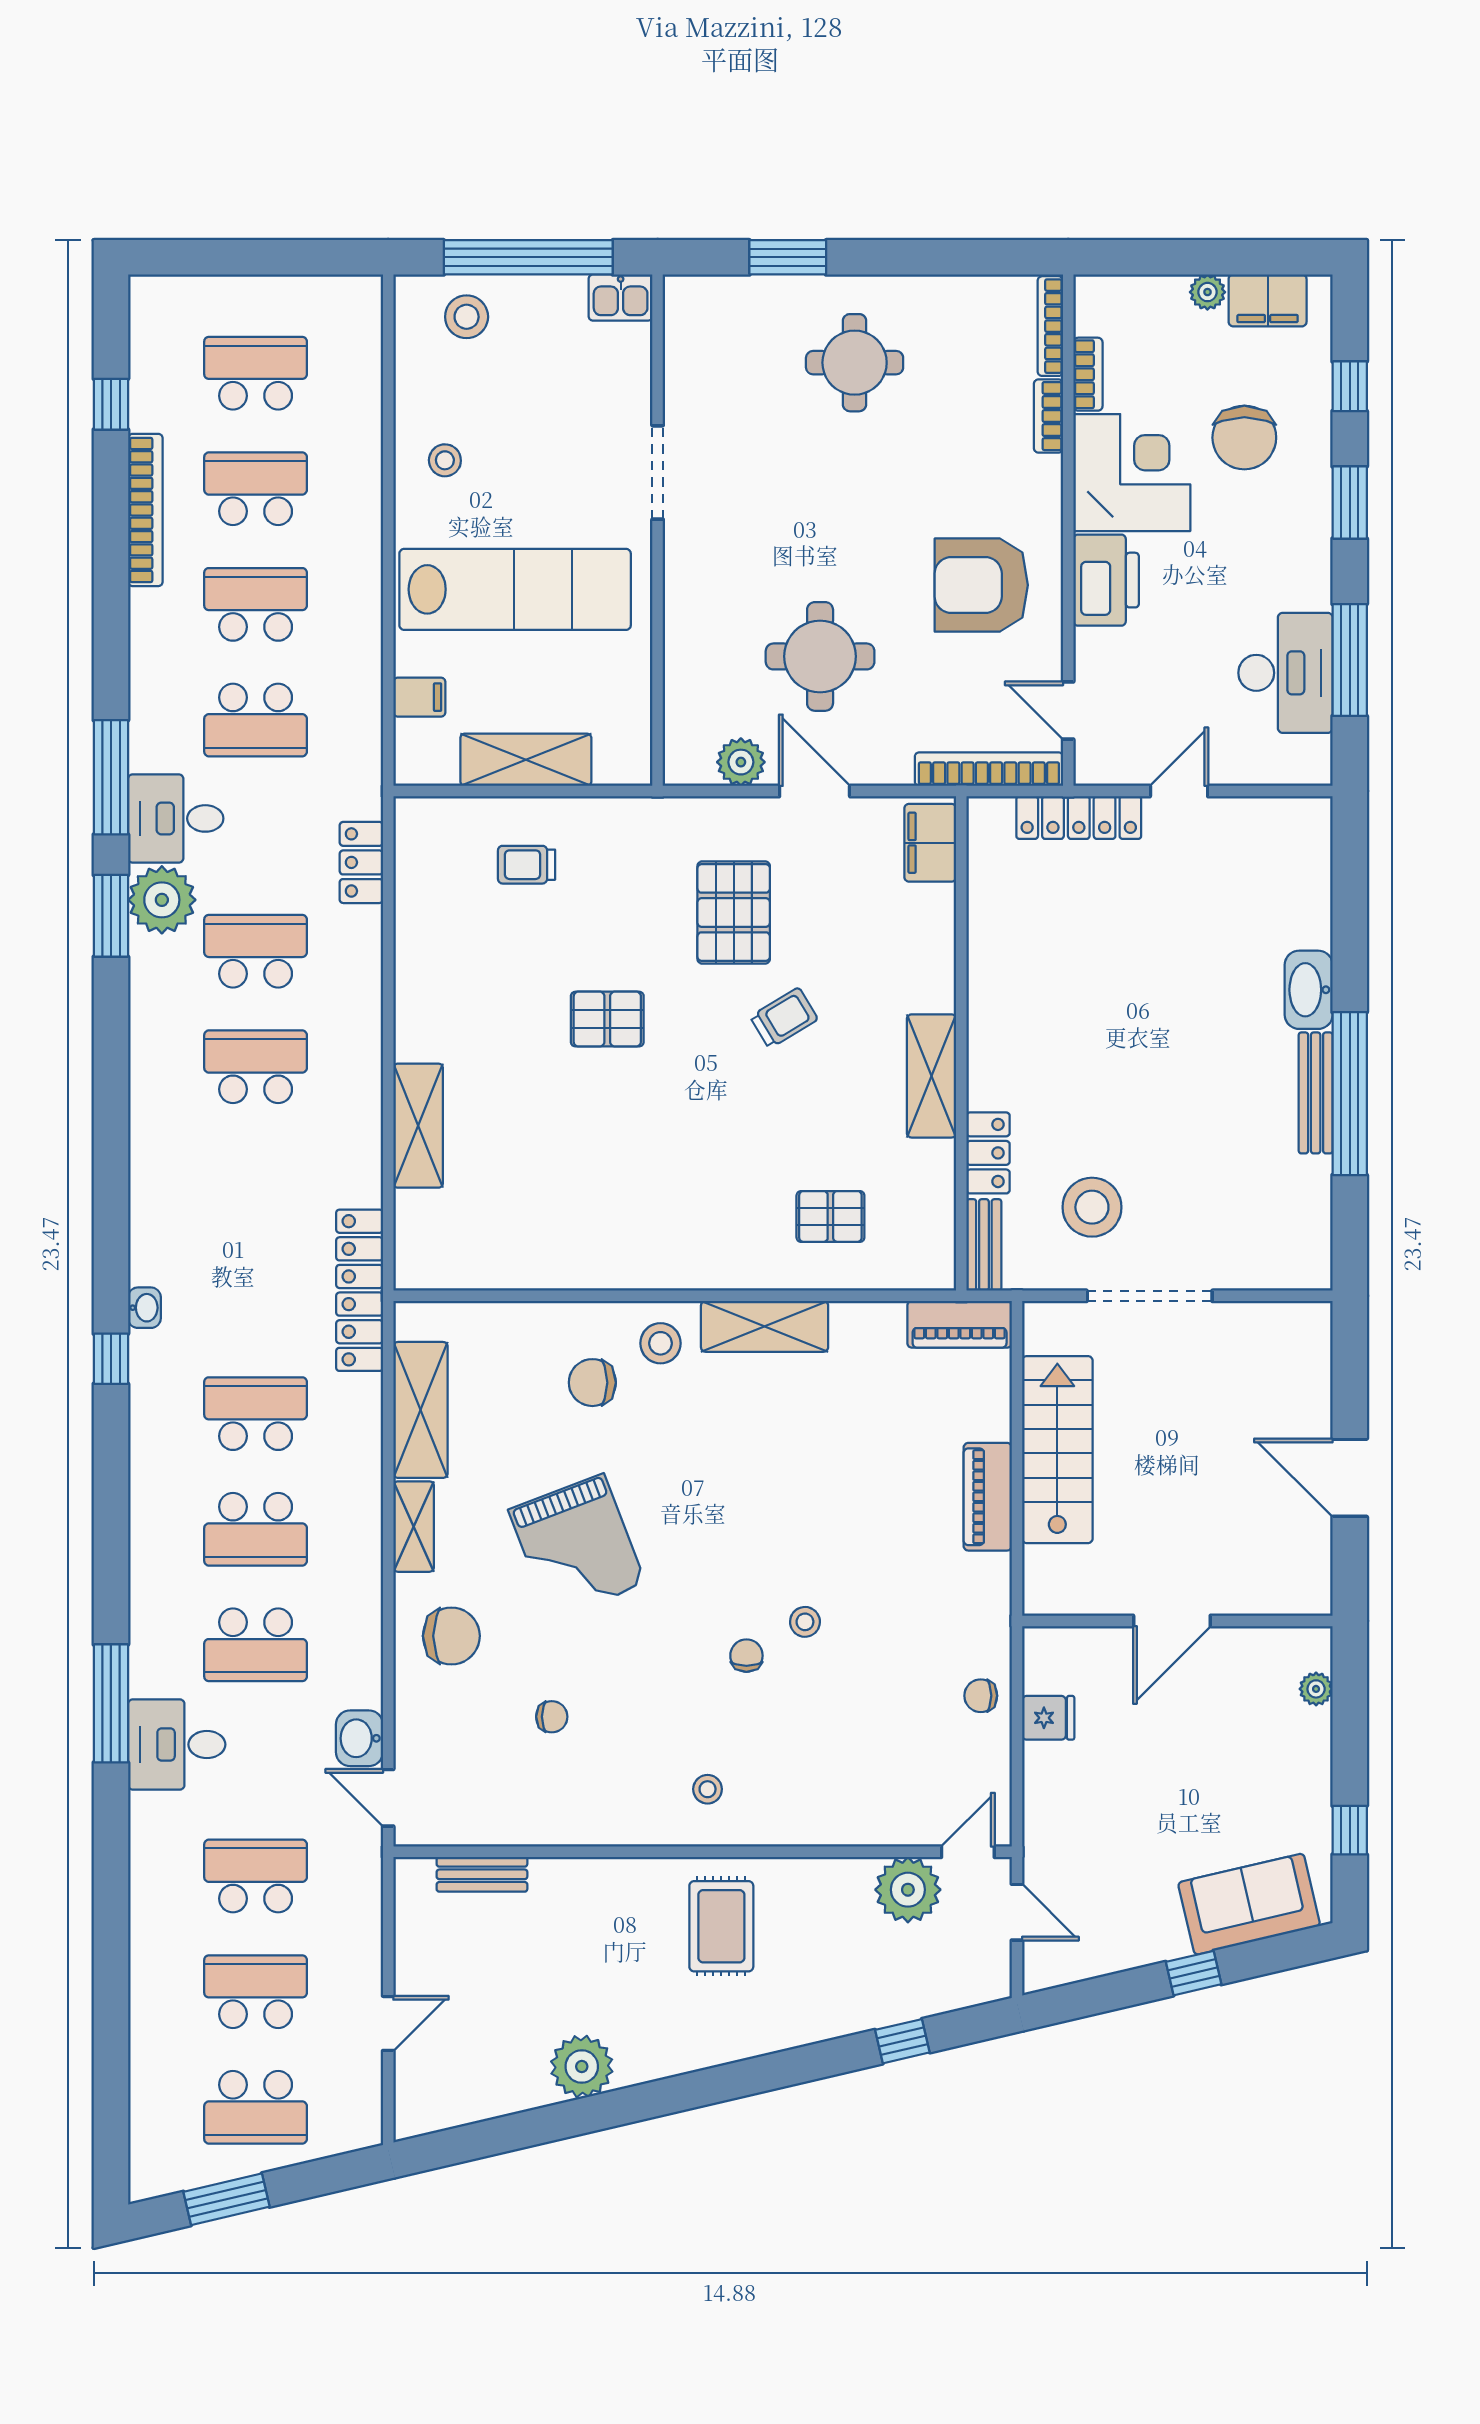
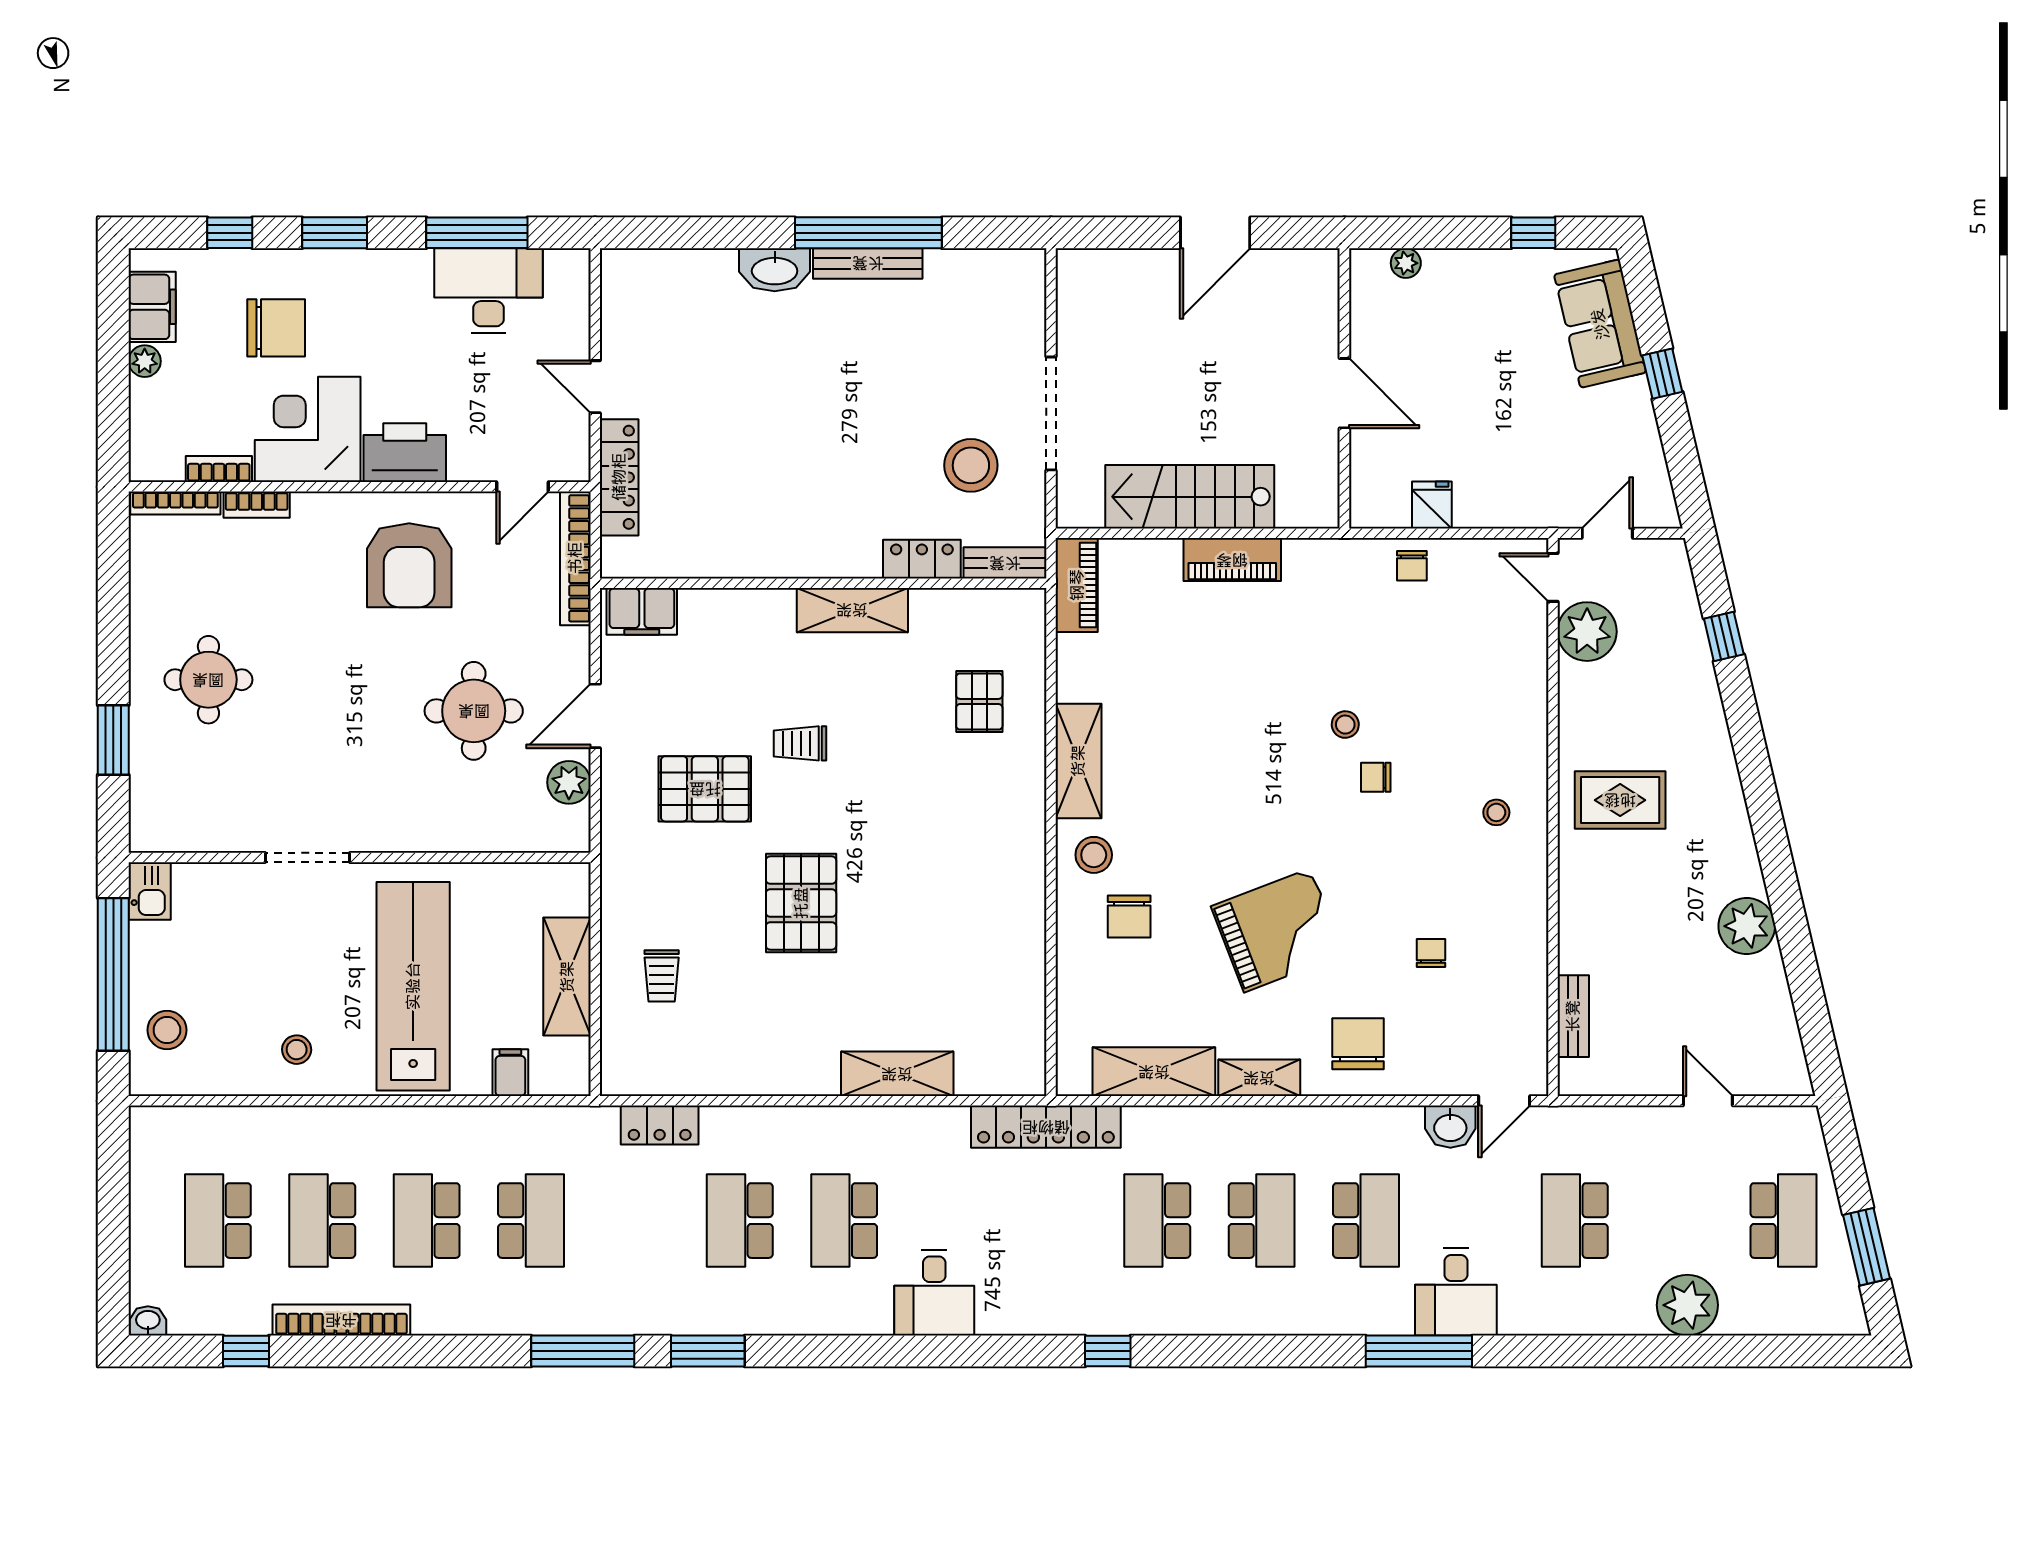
desk: (176, 818) -> (934, 1293), moved
plant: (162, 900) -> (1687, 1305), moved
trolley: (784, 1018) -> (800, 743), turned -59
pallet: (607, 1019) -> (801, 903), width x1.50, depth x1.42
washbasin: (144, 1308) -> (148, 1321), moved
school desk: (256, 1992) -> (1679, 1221), removed

